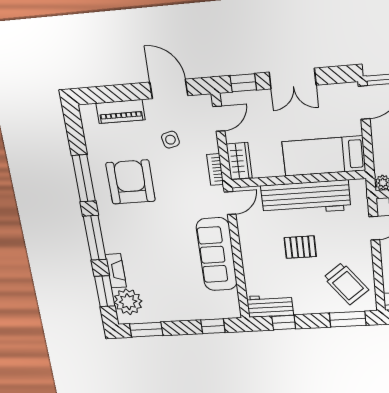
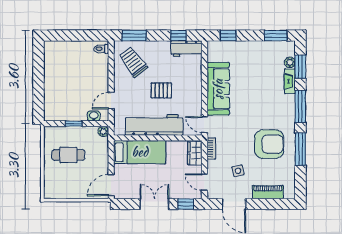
door: (219, 119) -> (204, 182), hinge flipped
armchair: (131, 182) -> (269, 144), turned -90
door: (230, 203) -> (204, 125), hinge flipped
plant: (128, 302) -> (290, 62), width x0.53, depth x0.53

